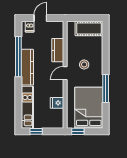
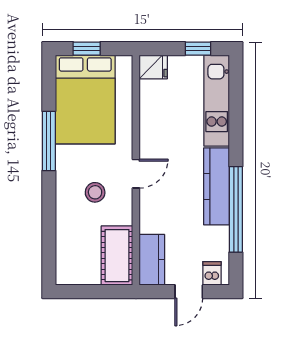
cot: (89, 28) -> (117, 256), moved, turned 90
kitchen counter: (58, 50) -> (152, 260), moved
fridge: (57, 103) -> (153, 67), moved
window: (78, 131) -> (87, 49), moved

